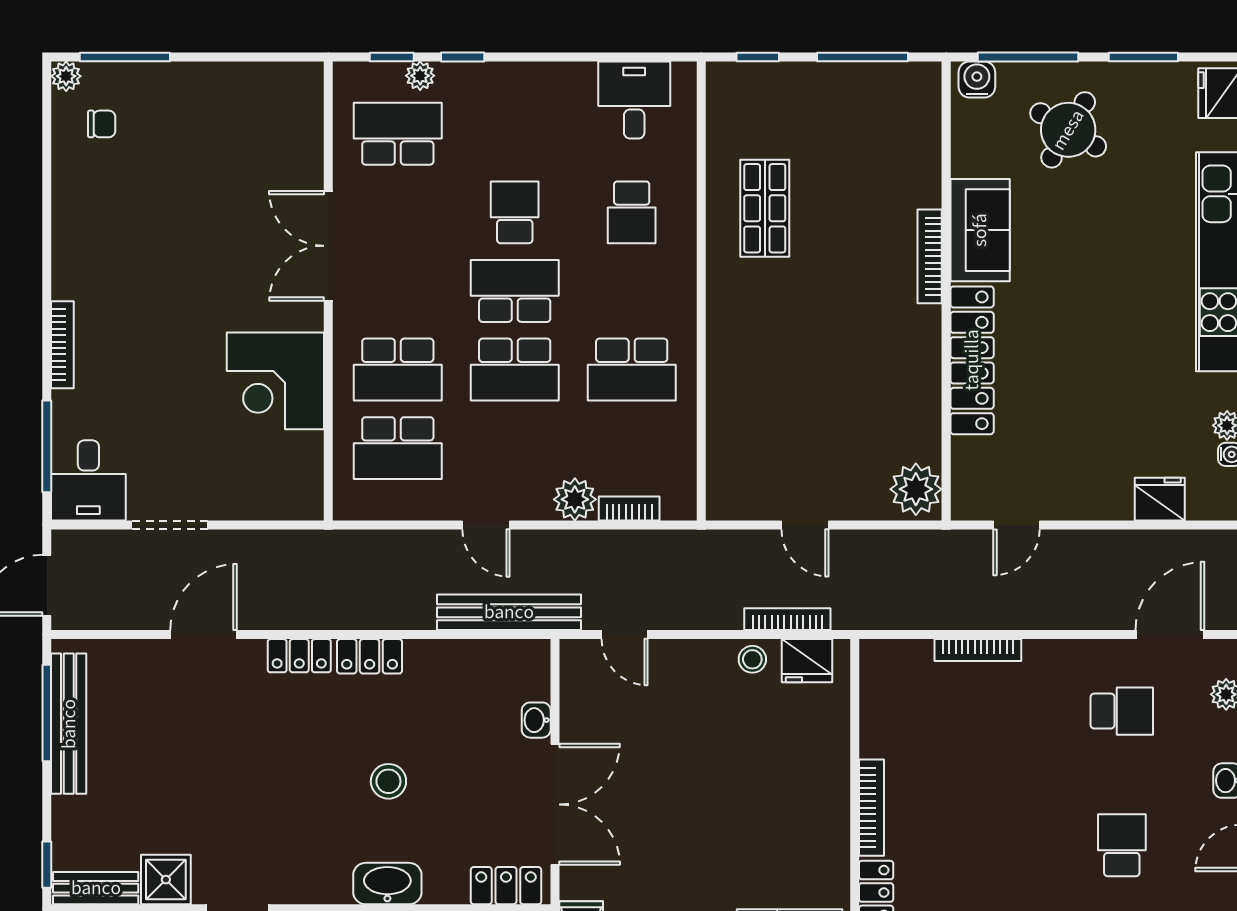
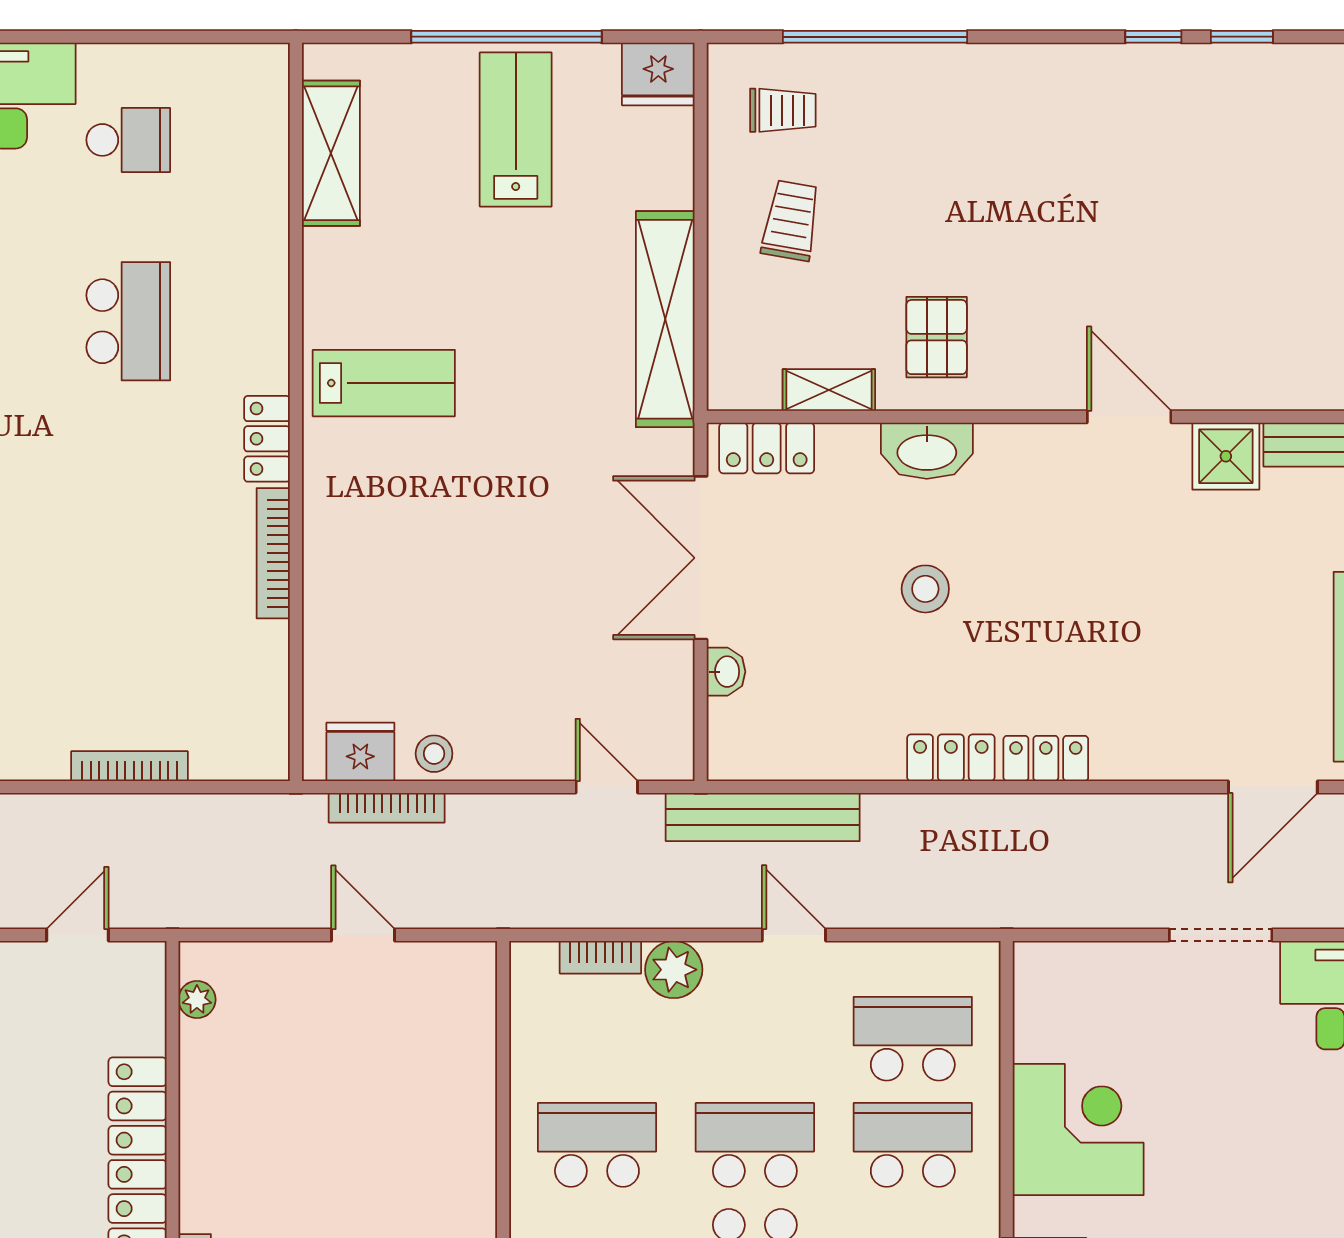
plant: (916, 489) -> (197, 1000), width x0.53, depth x0.53
door: (203, 635) -> (1273, 787), moved

